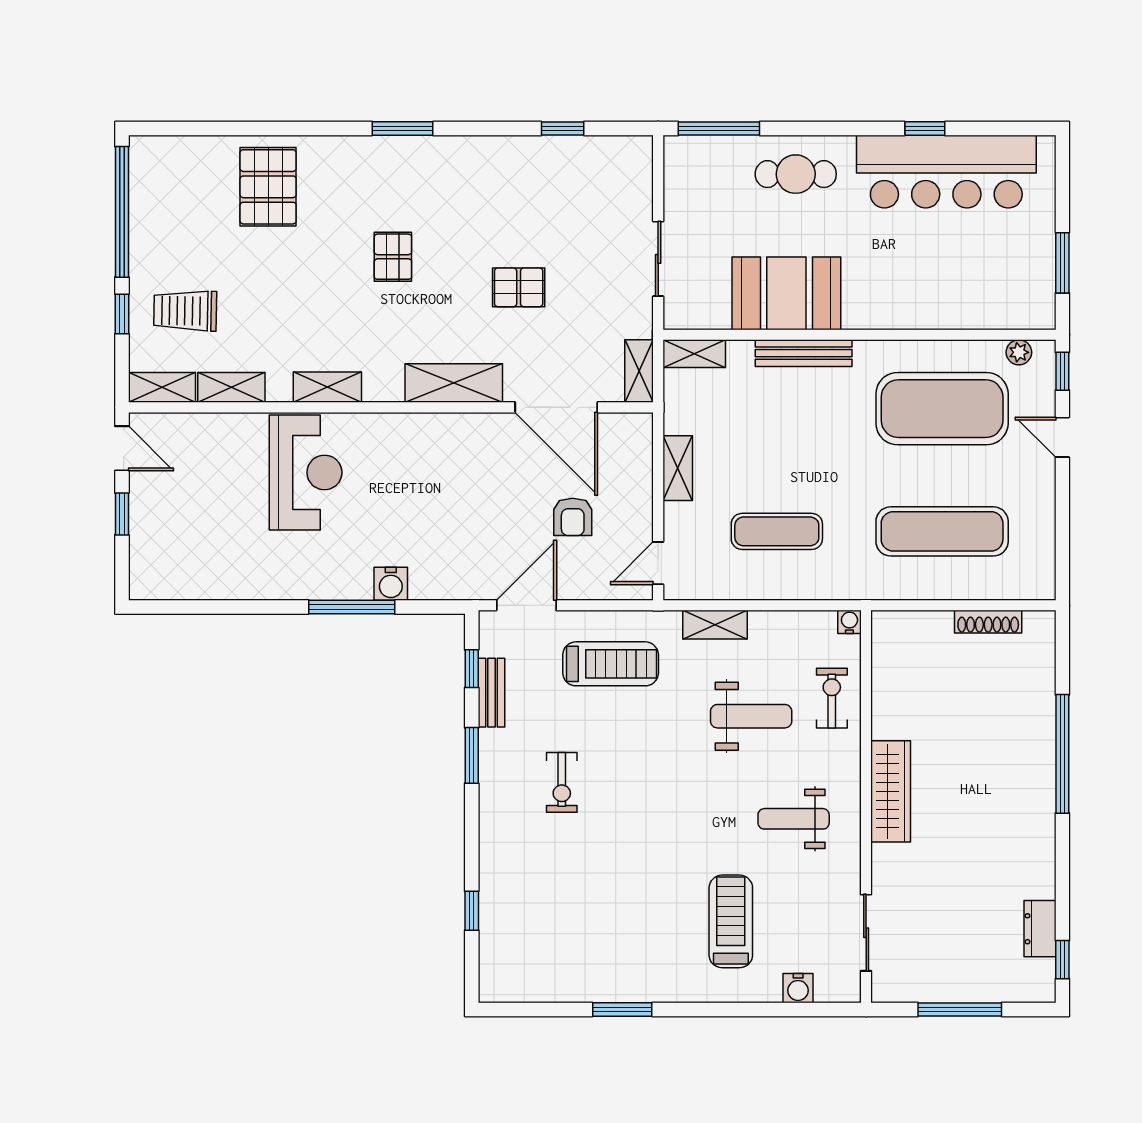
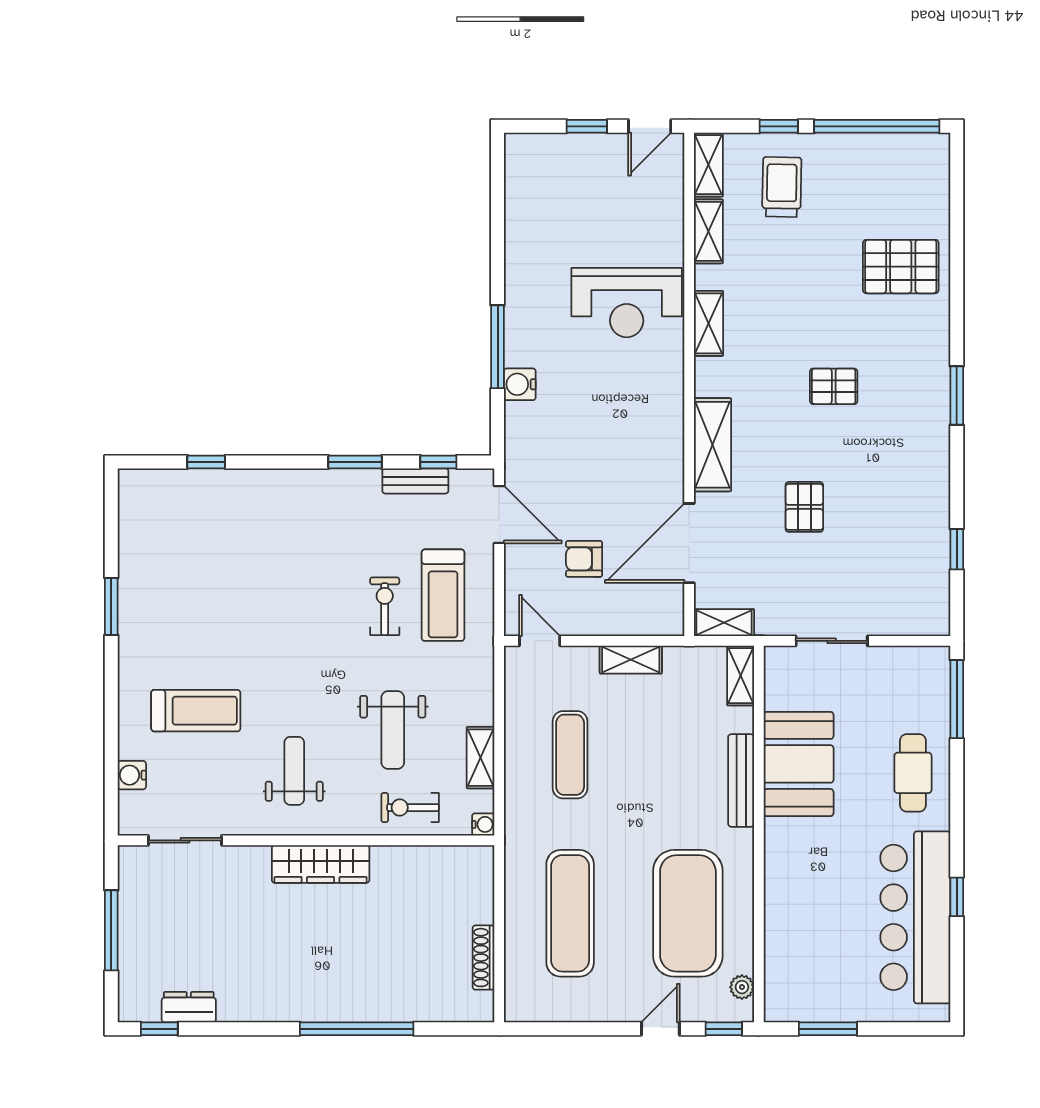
shelving: (715, 625) -> (481, 758), moved
exercise bike: (832, 698) -> (410, 808), turned 180
exercise bike: (562, 782) -> (385, 606), moved, turned 90

